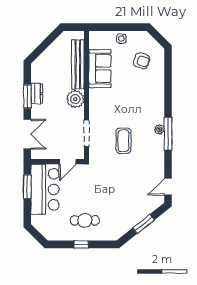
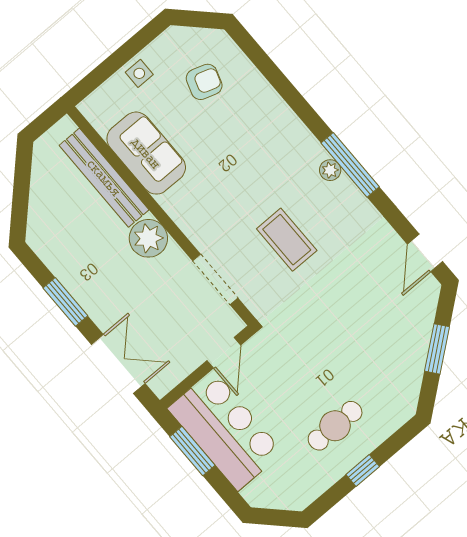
dresser: (37, 94) -> (77, 284), removed

